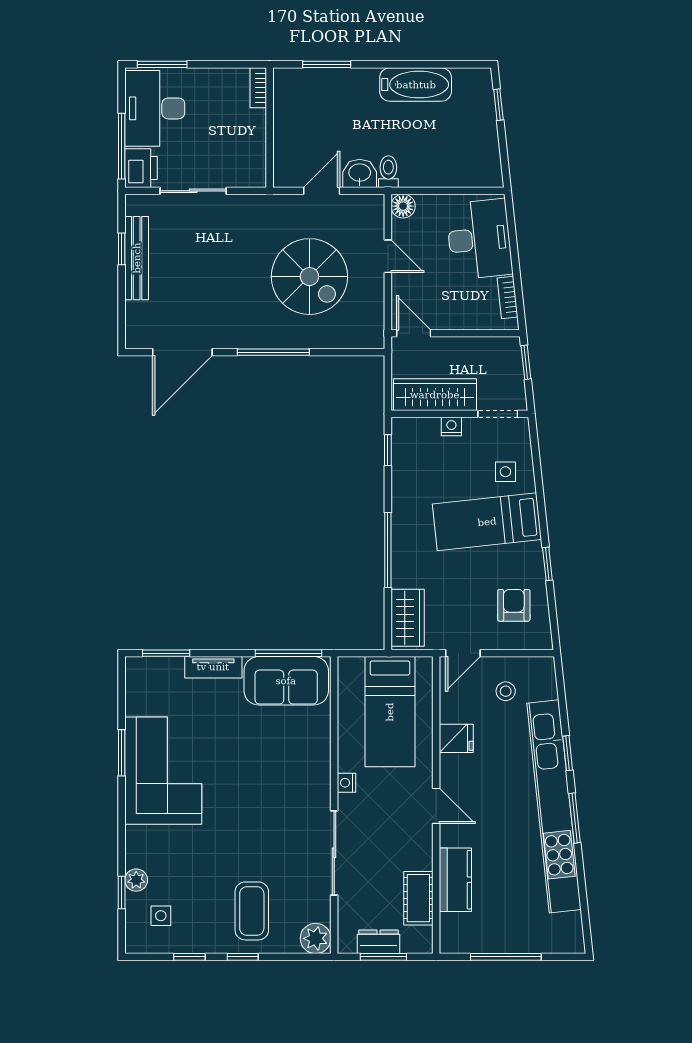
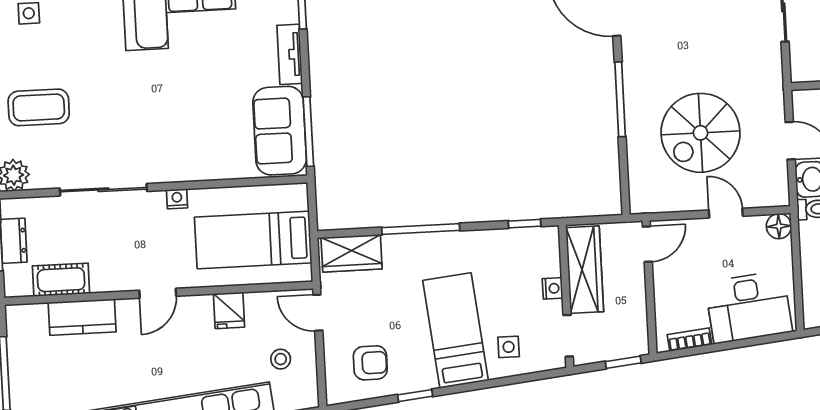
door: (388, 256) -> (726, 213), swing flipped

